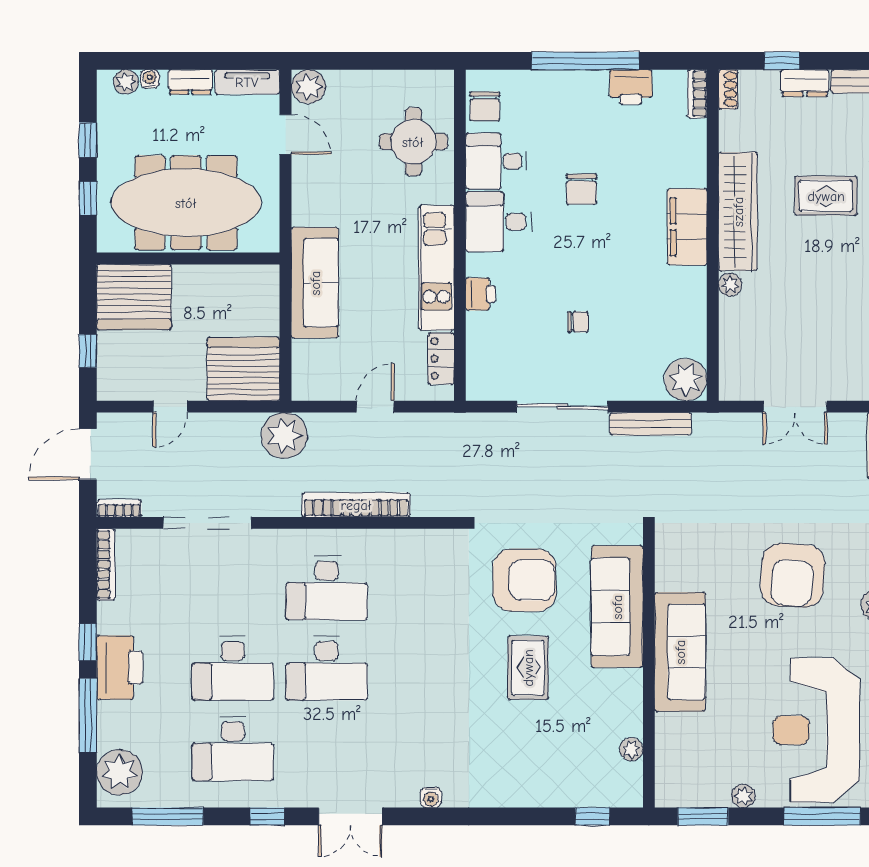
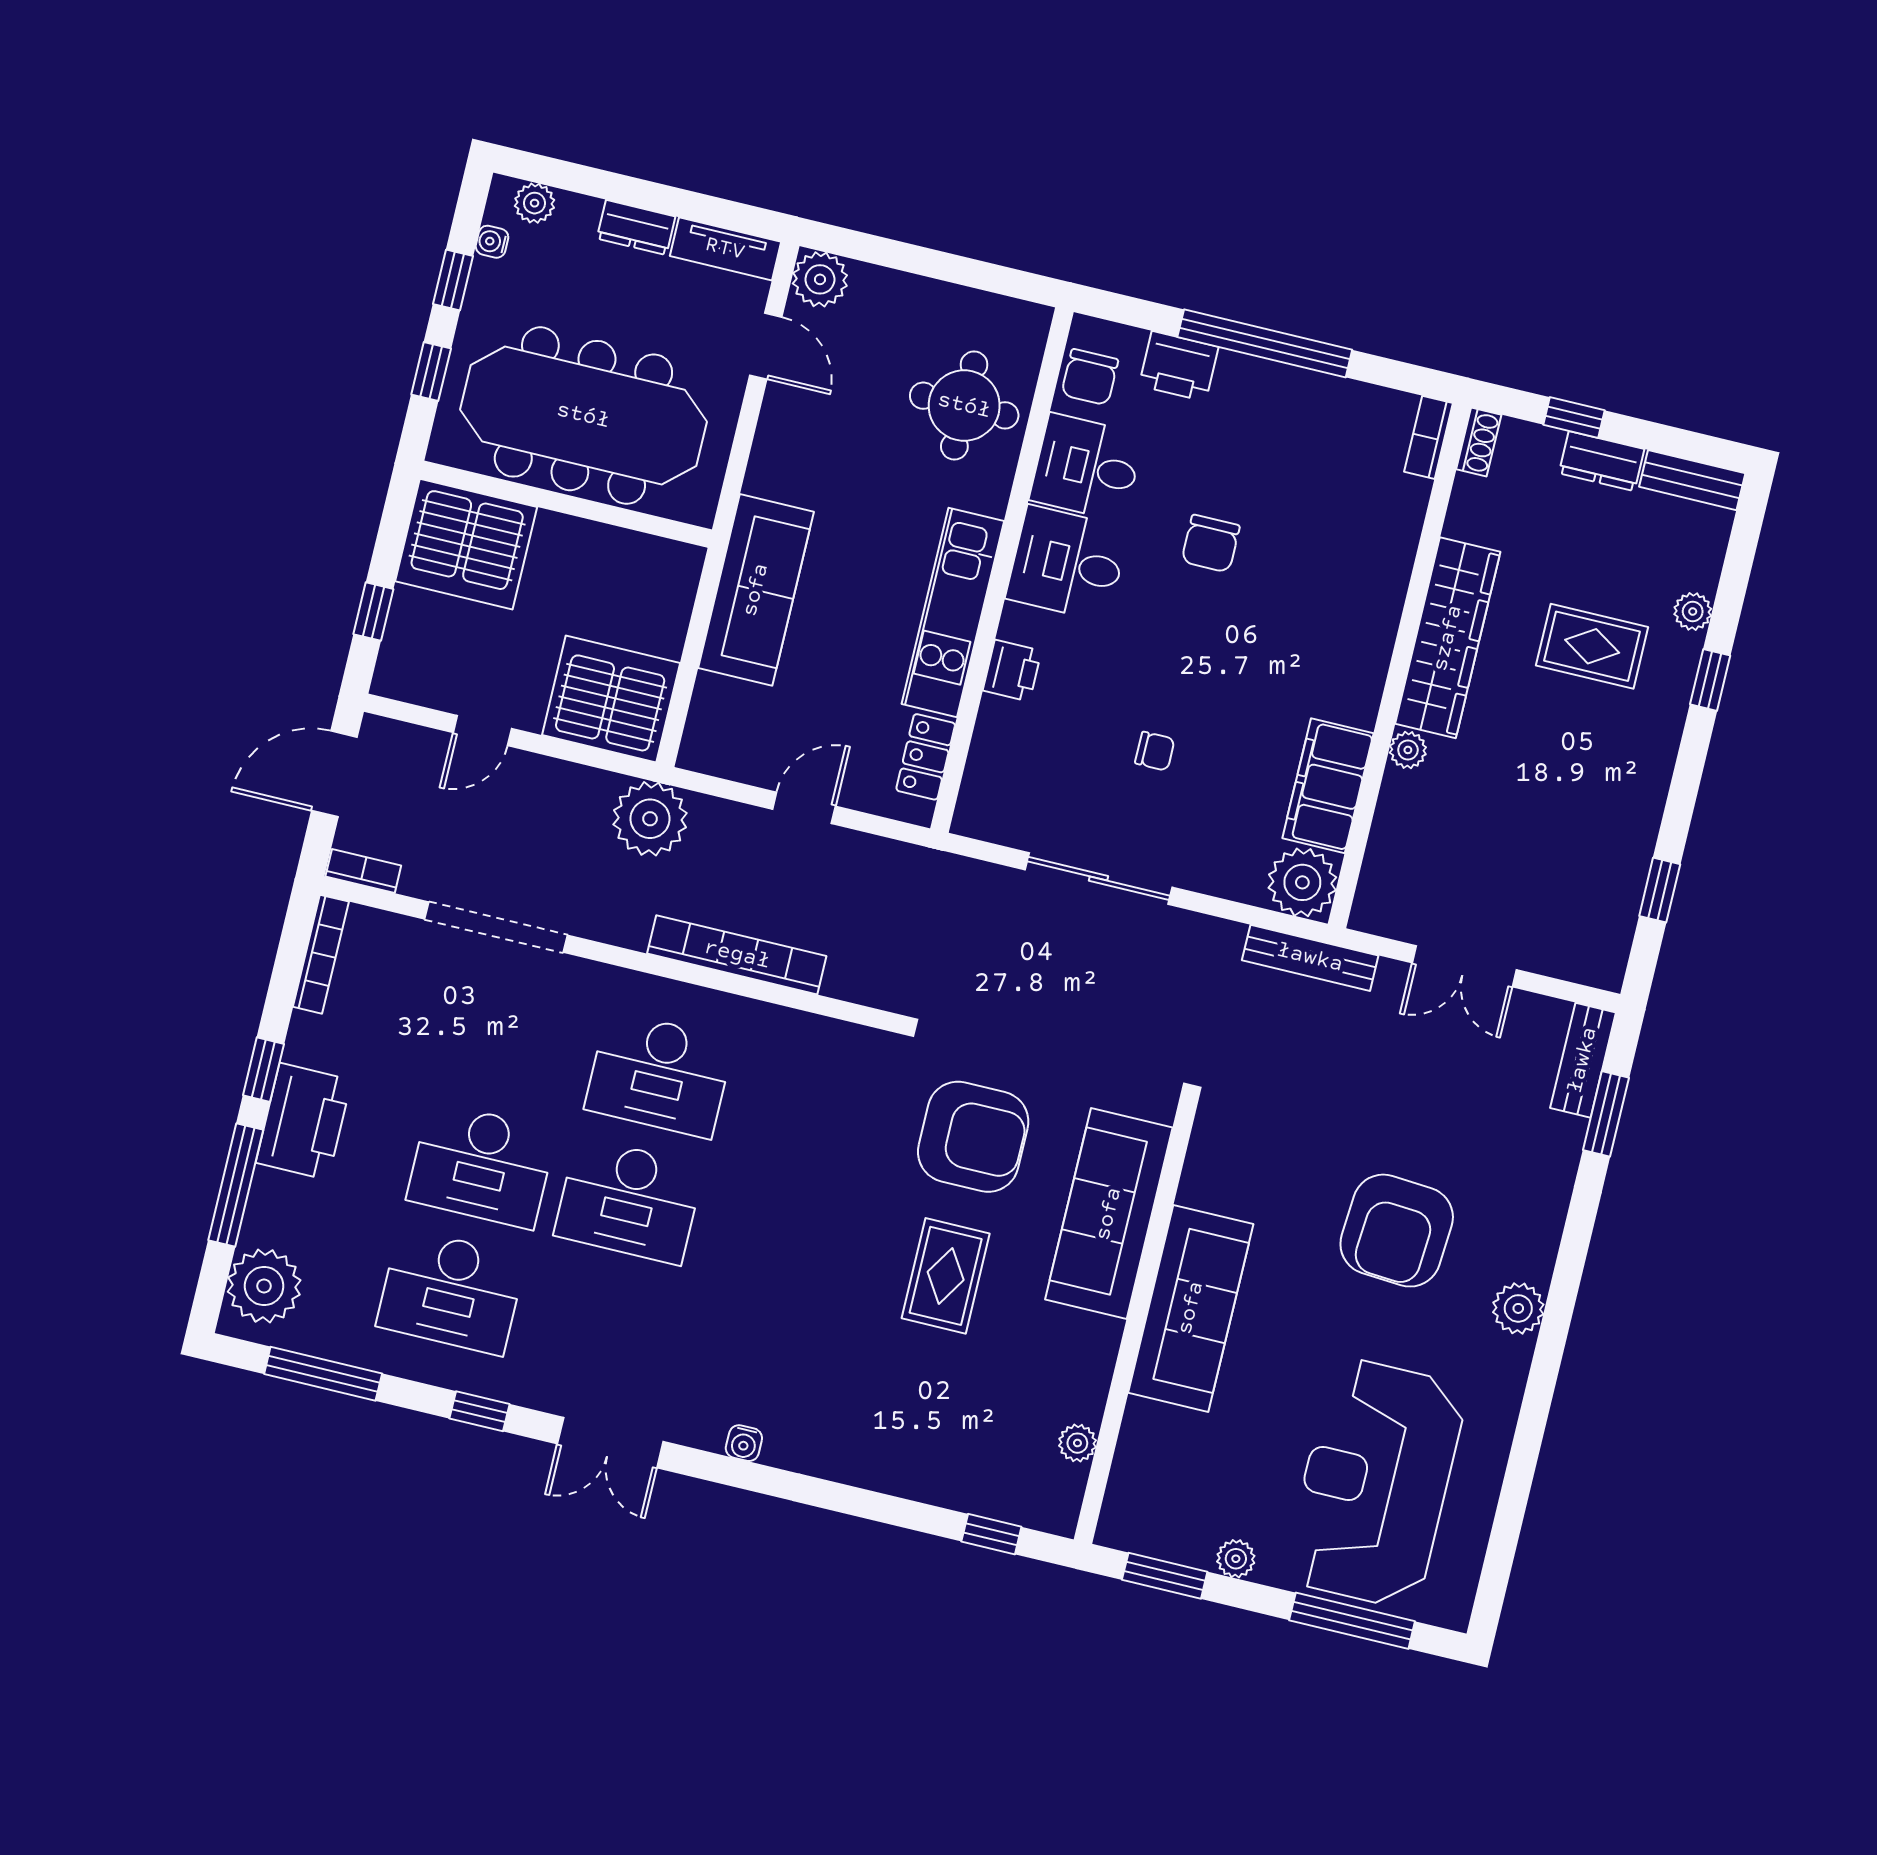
water cooler: (150, 79) -> (492, 242), moved, turned -90
printer: (631, 87) -> (1179, 366), moved
filing cabinet: (687, 227) -> (1328, 786), moved
bench: (650, 424) -> (1310, 958), moved

